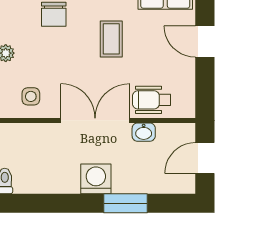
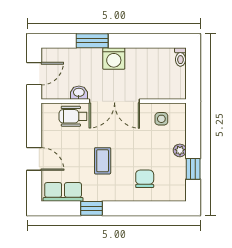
wheelchair: (152, 100) -> (73, 116), turned 180

